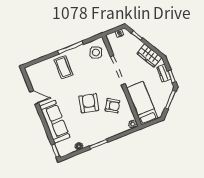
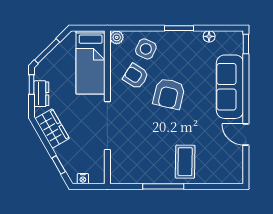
side table: (96, 52) -> (146, 49), moved

